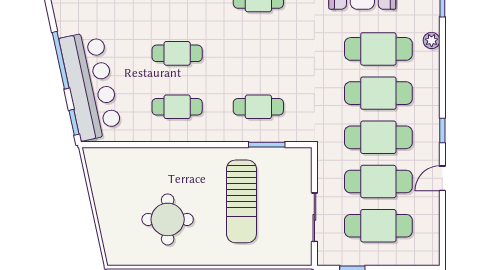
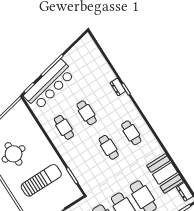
cafe table: (258, 107) -> (109, 147), moved
sun lounger: (241, 201) -> (41, 180), turned 180

